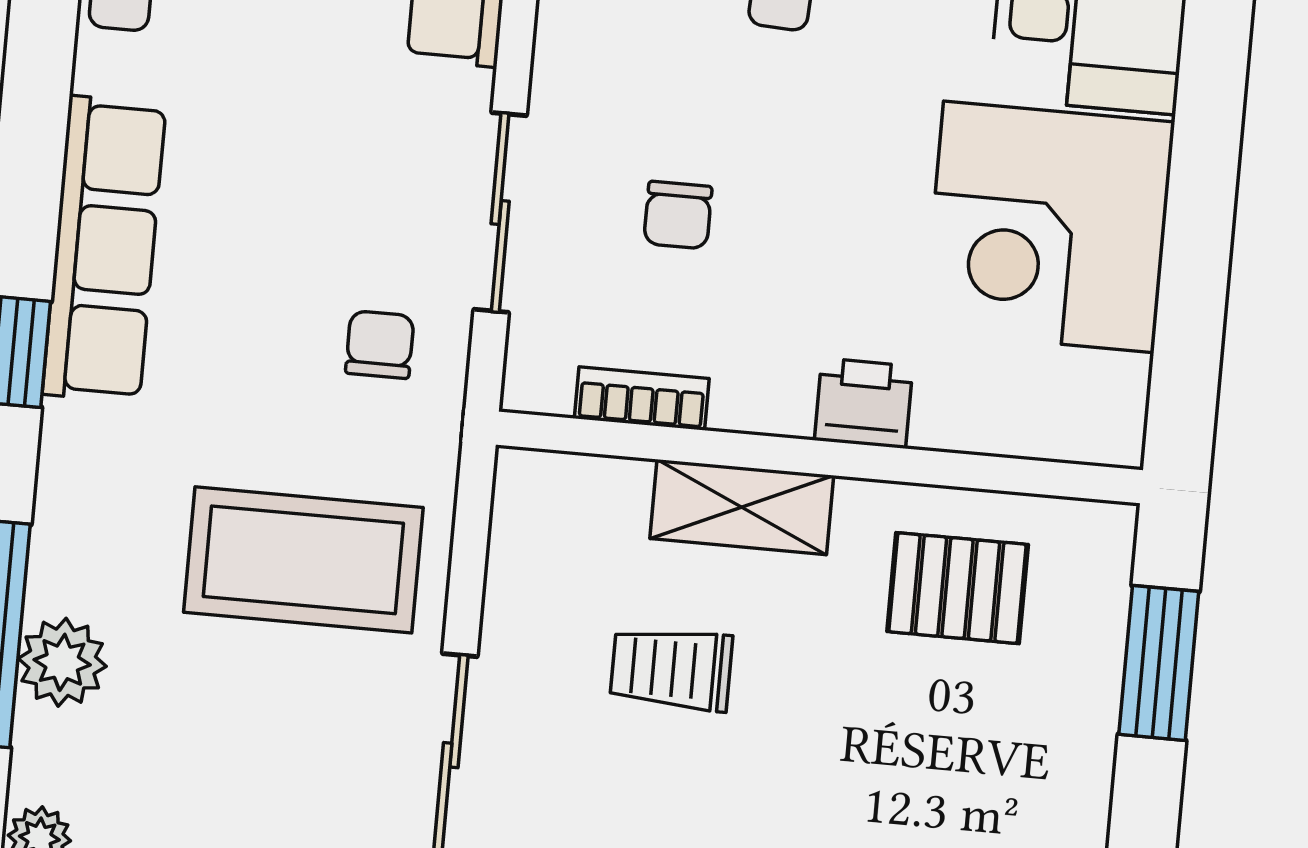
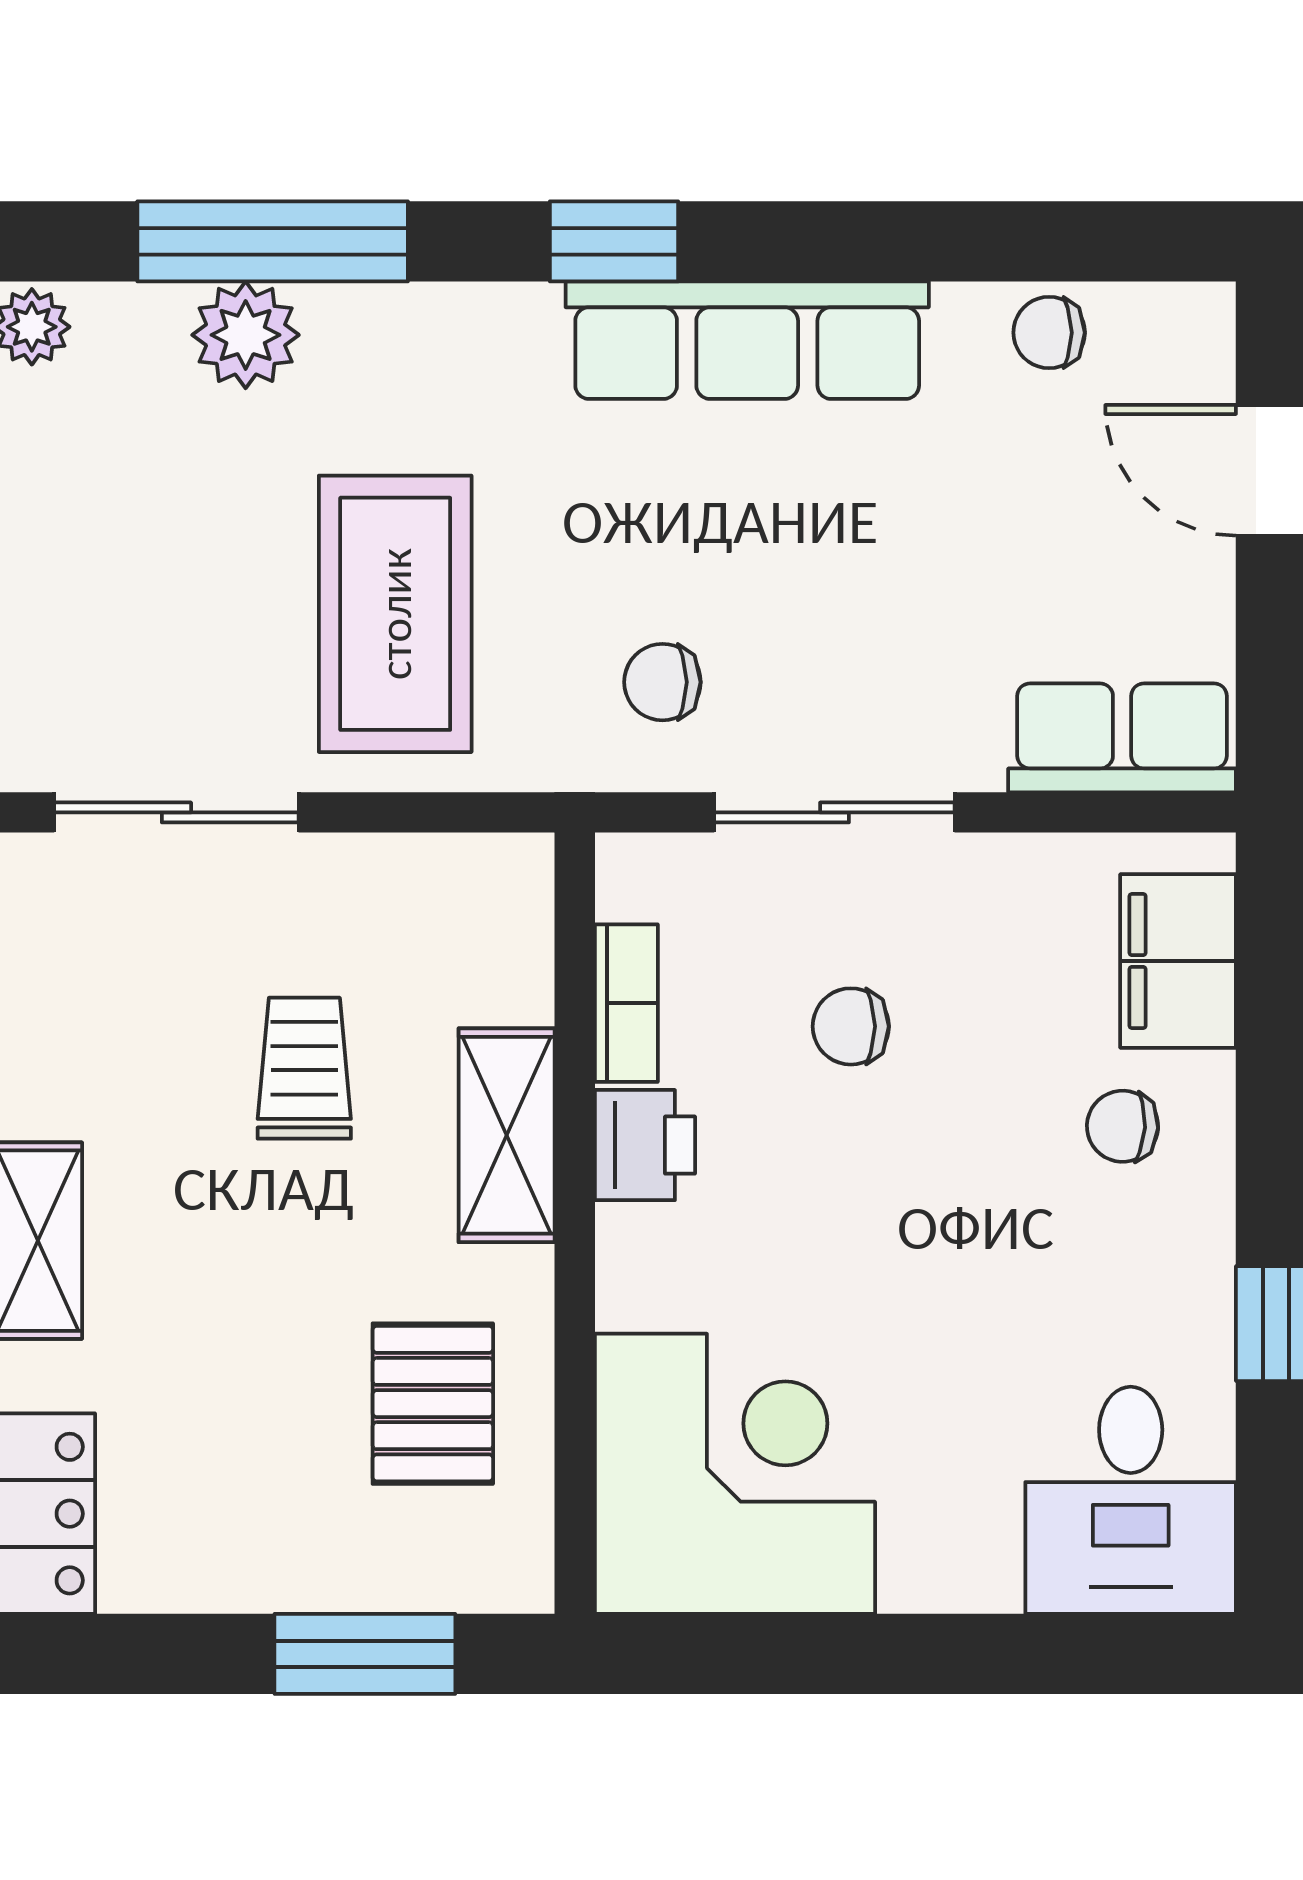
corner desk: (1049, 227) -> (735, 1474), moved, turned 90
chair: (380, 345) -> (662, 682), turned 180
printer: (864, 403) -> (645, 1145), moved

